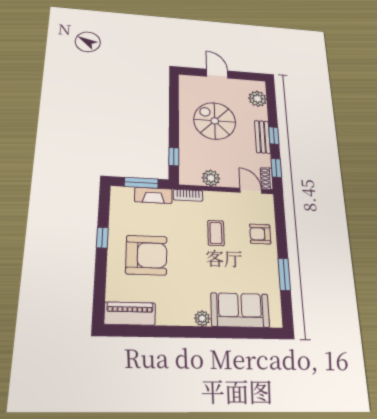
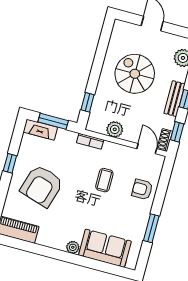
fireplace: (153, 195) -> (40, 130), moved
armchair: (146, 255) -> (42, 186), turned 107

